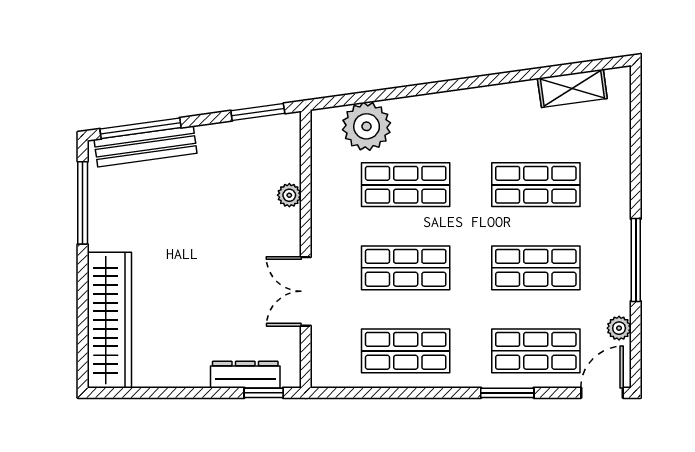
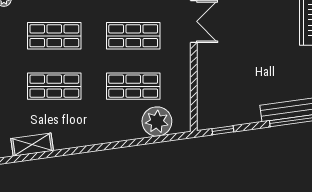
window: (258, 112) -> (223, 130), width x0.67
plant: (289, 195) -> (204, 80), removed

